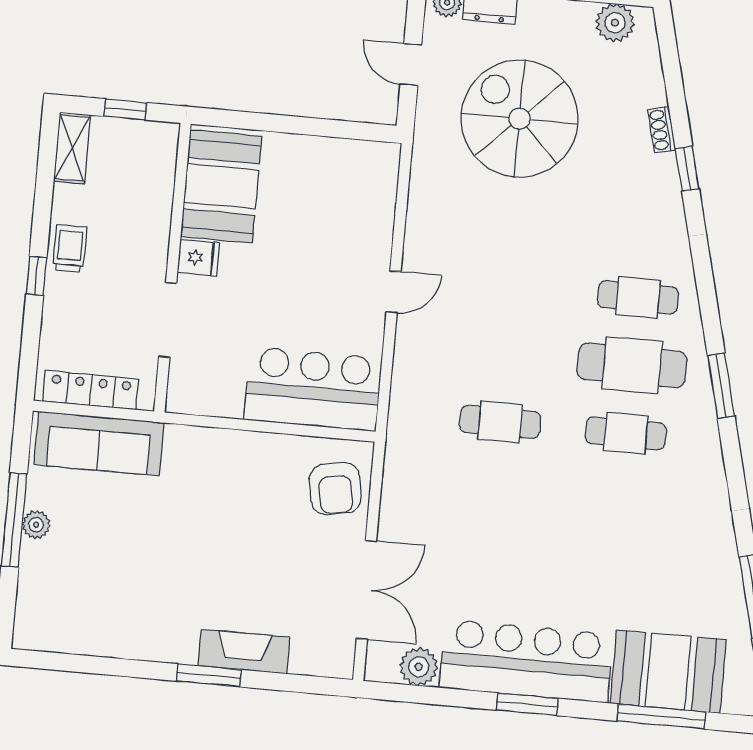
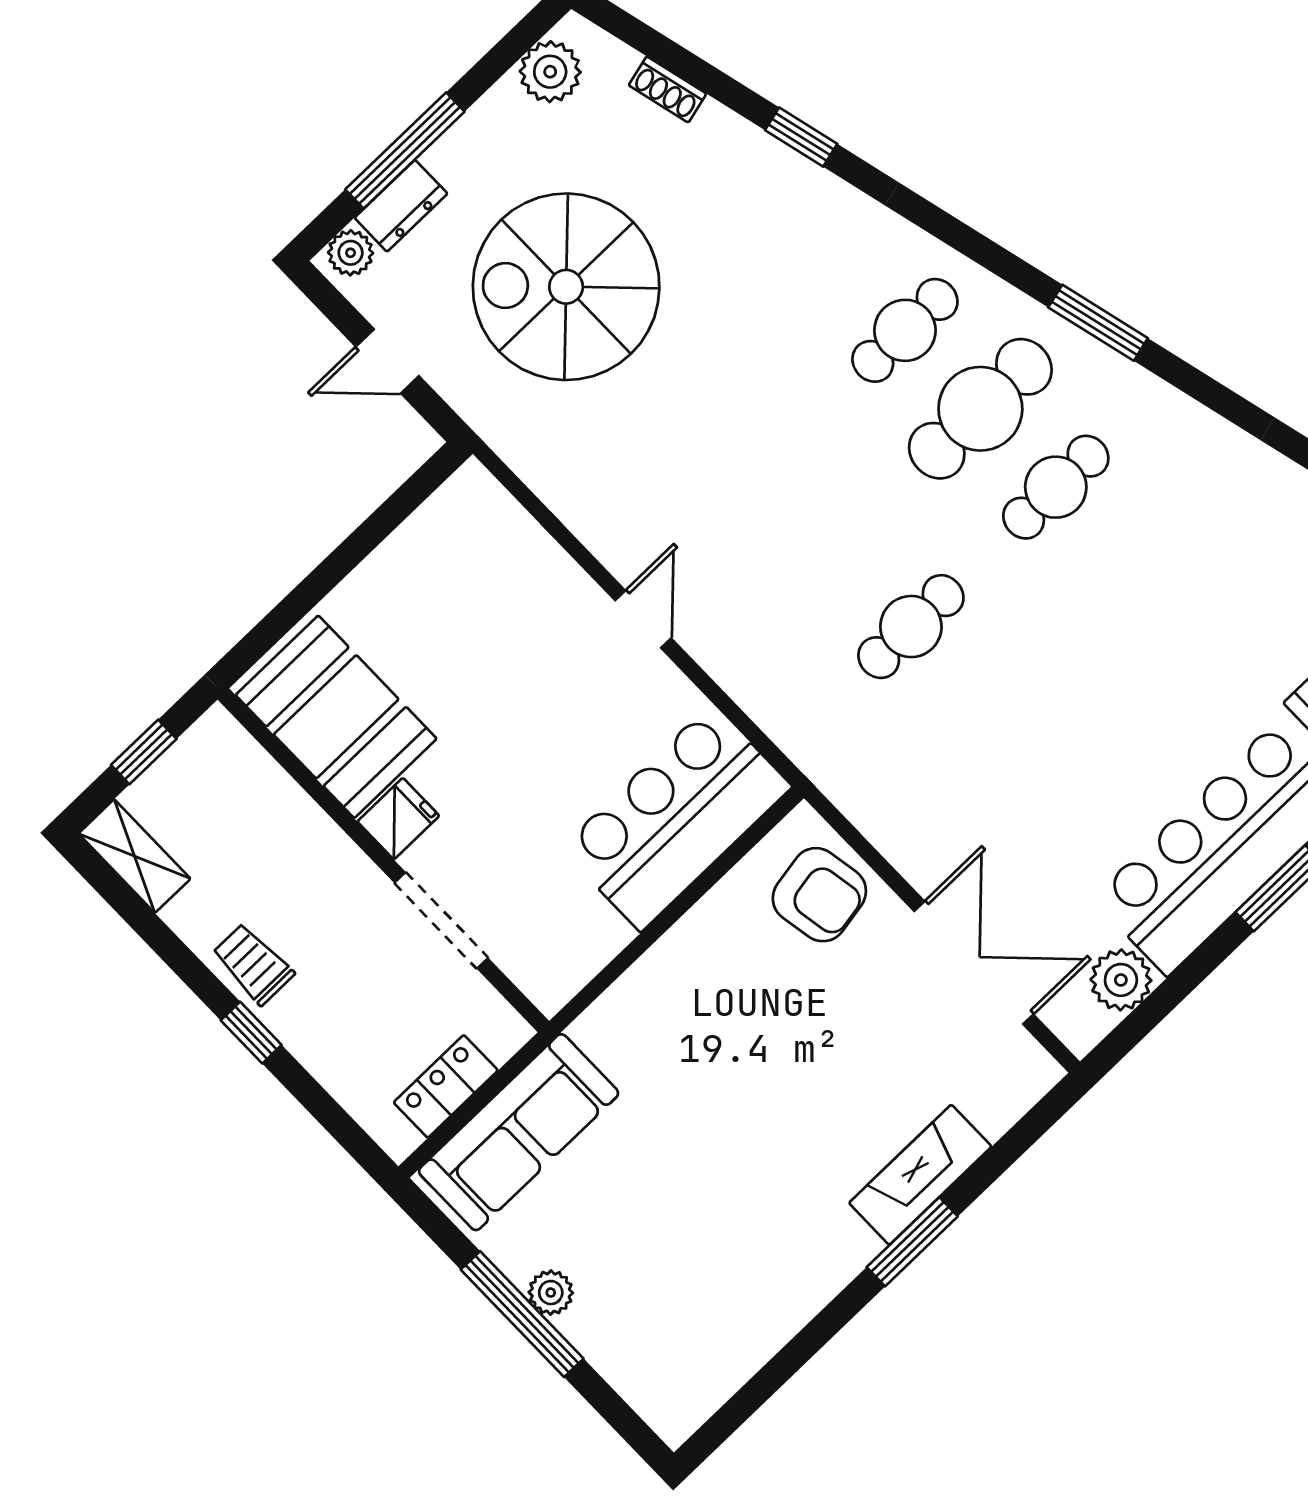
shoe rack: (662, 130) -> (667, 89), moved
locker: (91, 390) -> (446, 1086), width x0.66

